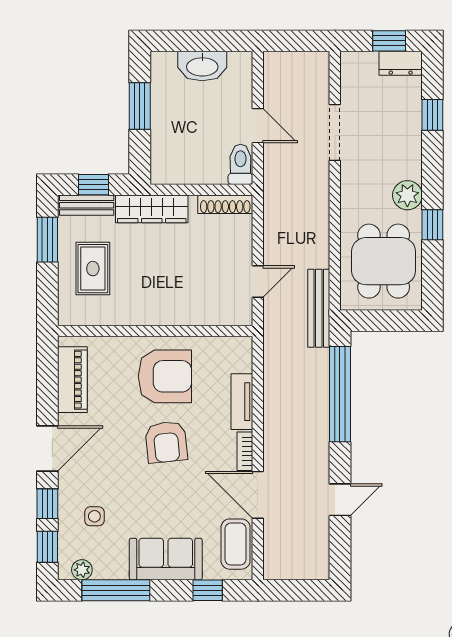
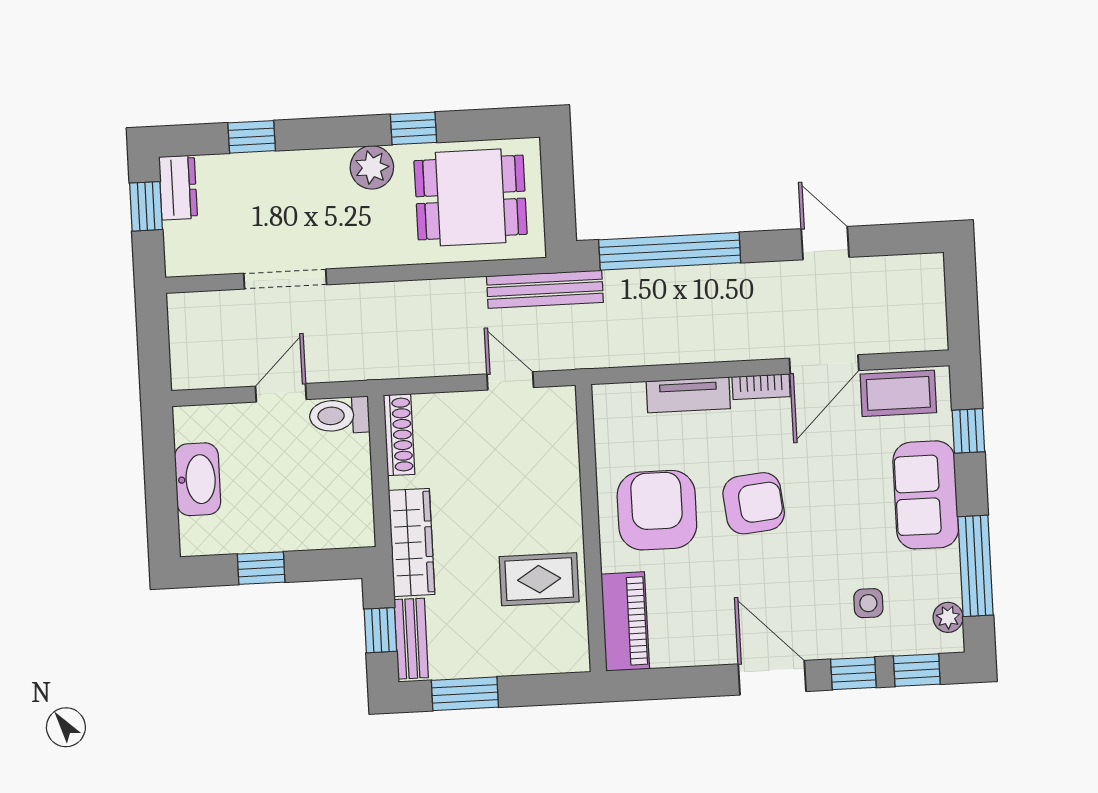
window: (140, 106) -> (261, 568), width x0.67
rug: (93, 269) -> (539, 579), moved
piano: (72, 380) -> (625, 621), moved, turned 90

